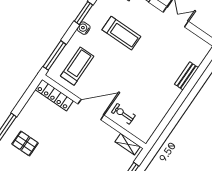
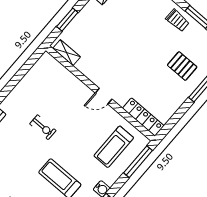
door: (91, 110) -> (104, 96), width x0.53
exercise bike: (123, 114) -> (43, 127), moved

